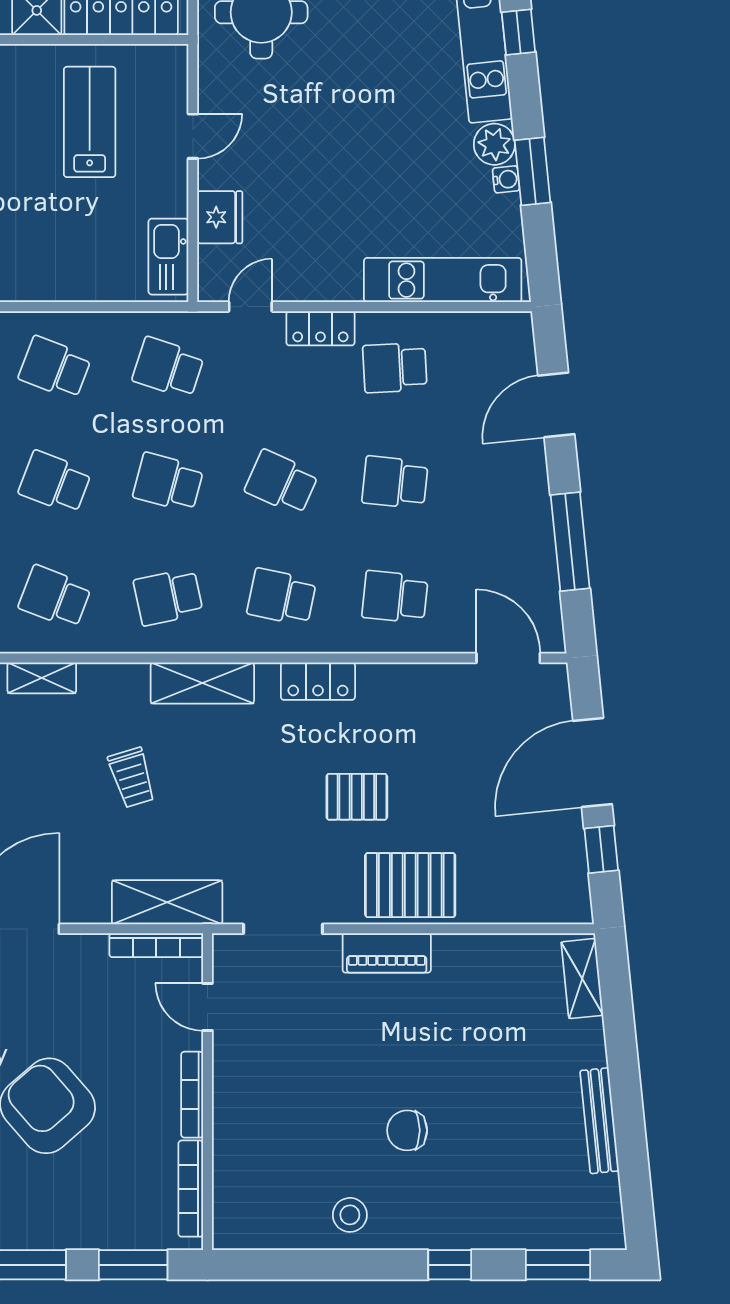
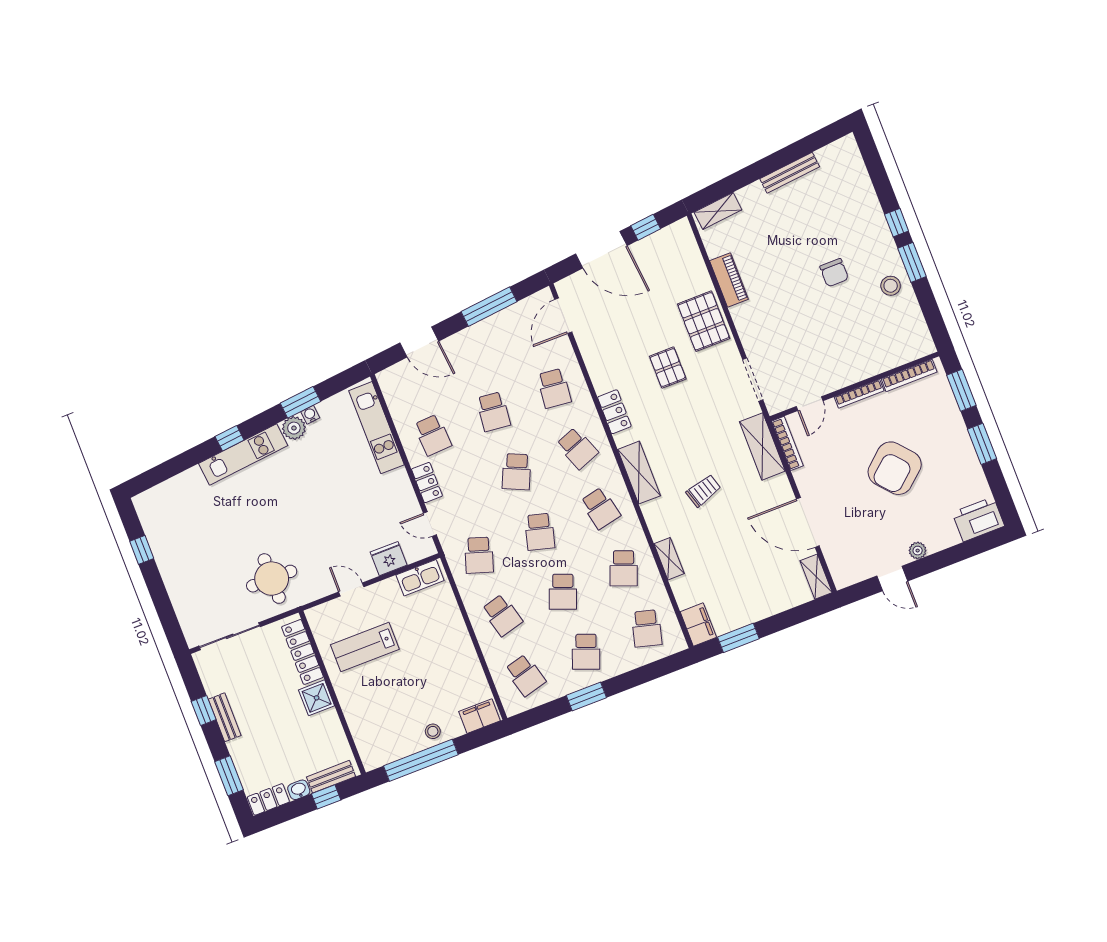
school desk: (55, 368) -> (502, 615), turned -36
school desk: (282, 597) -> (577, 448), turned -33
piano: (387, 953) -> (729, 280), moved
window: (558, 1265) -> (912, 262), moved

